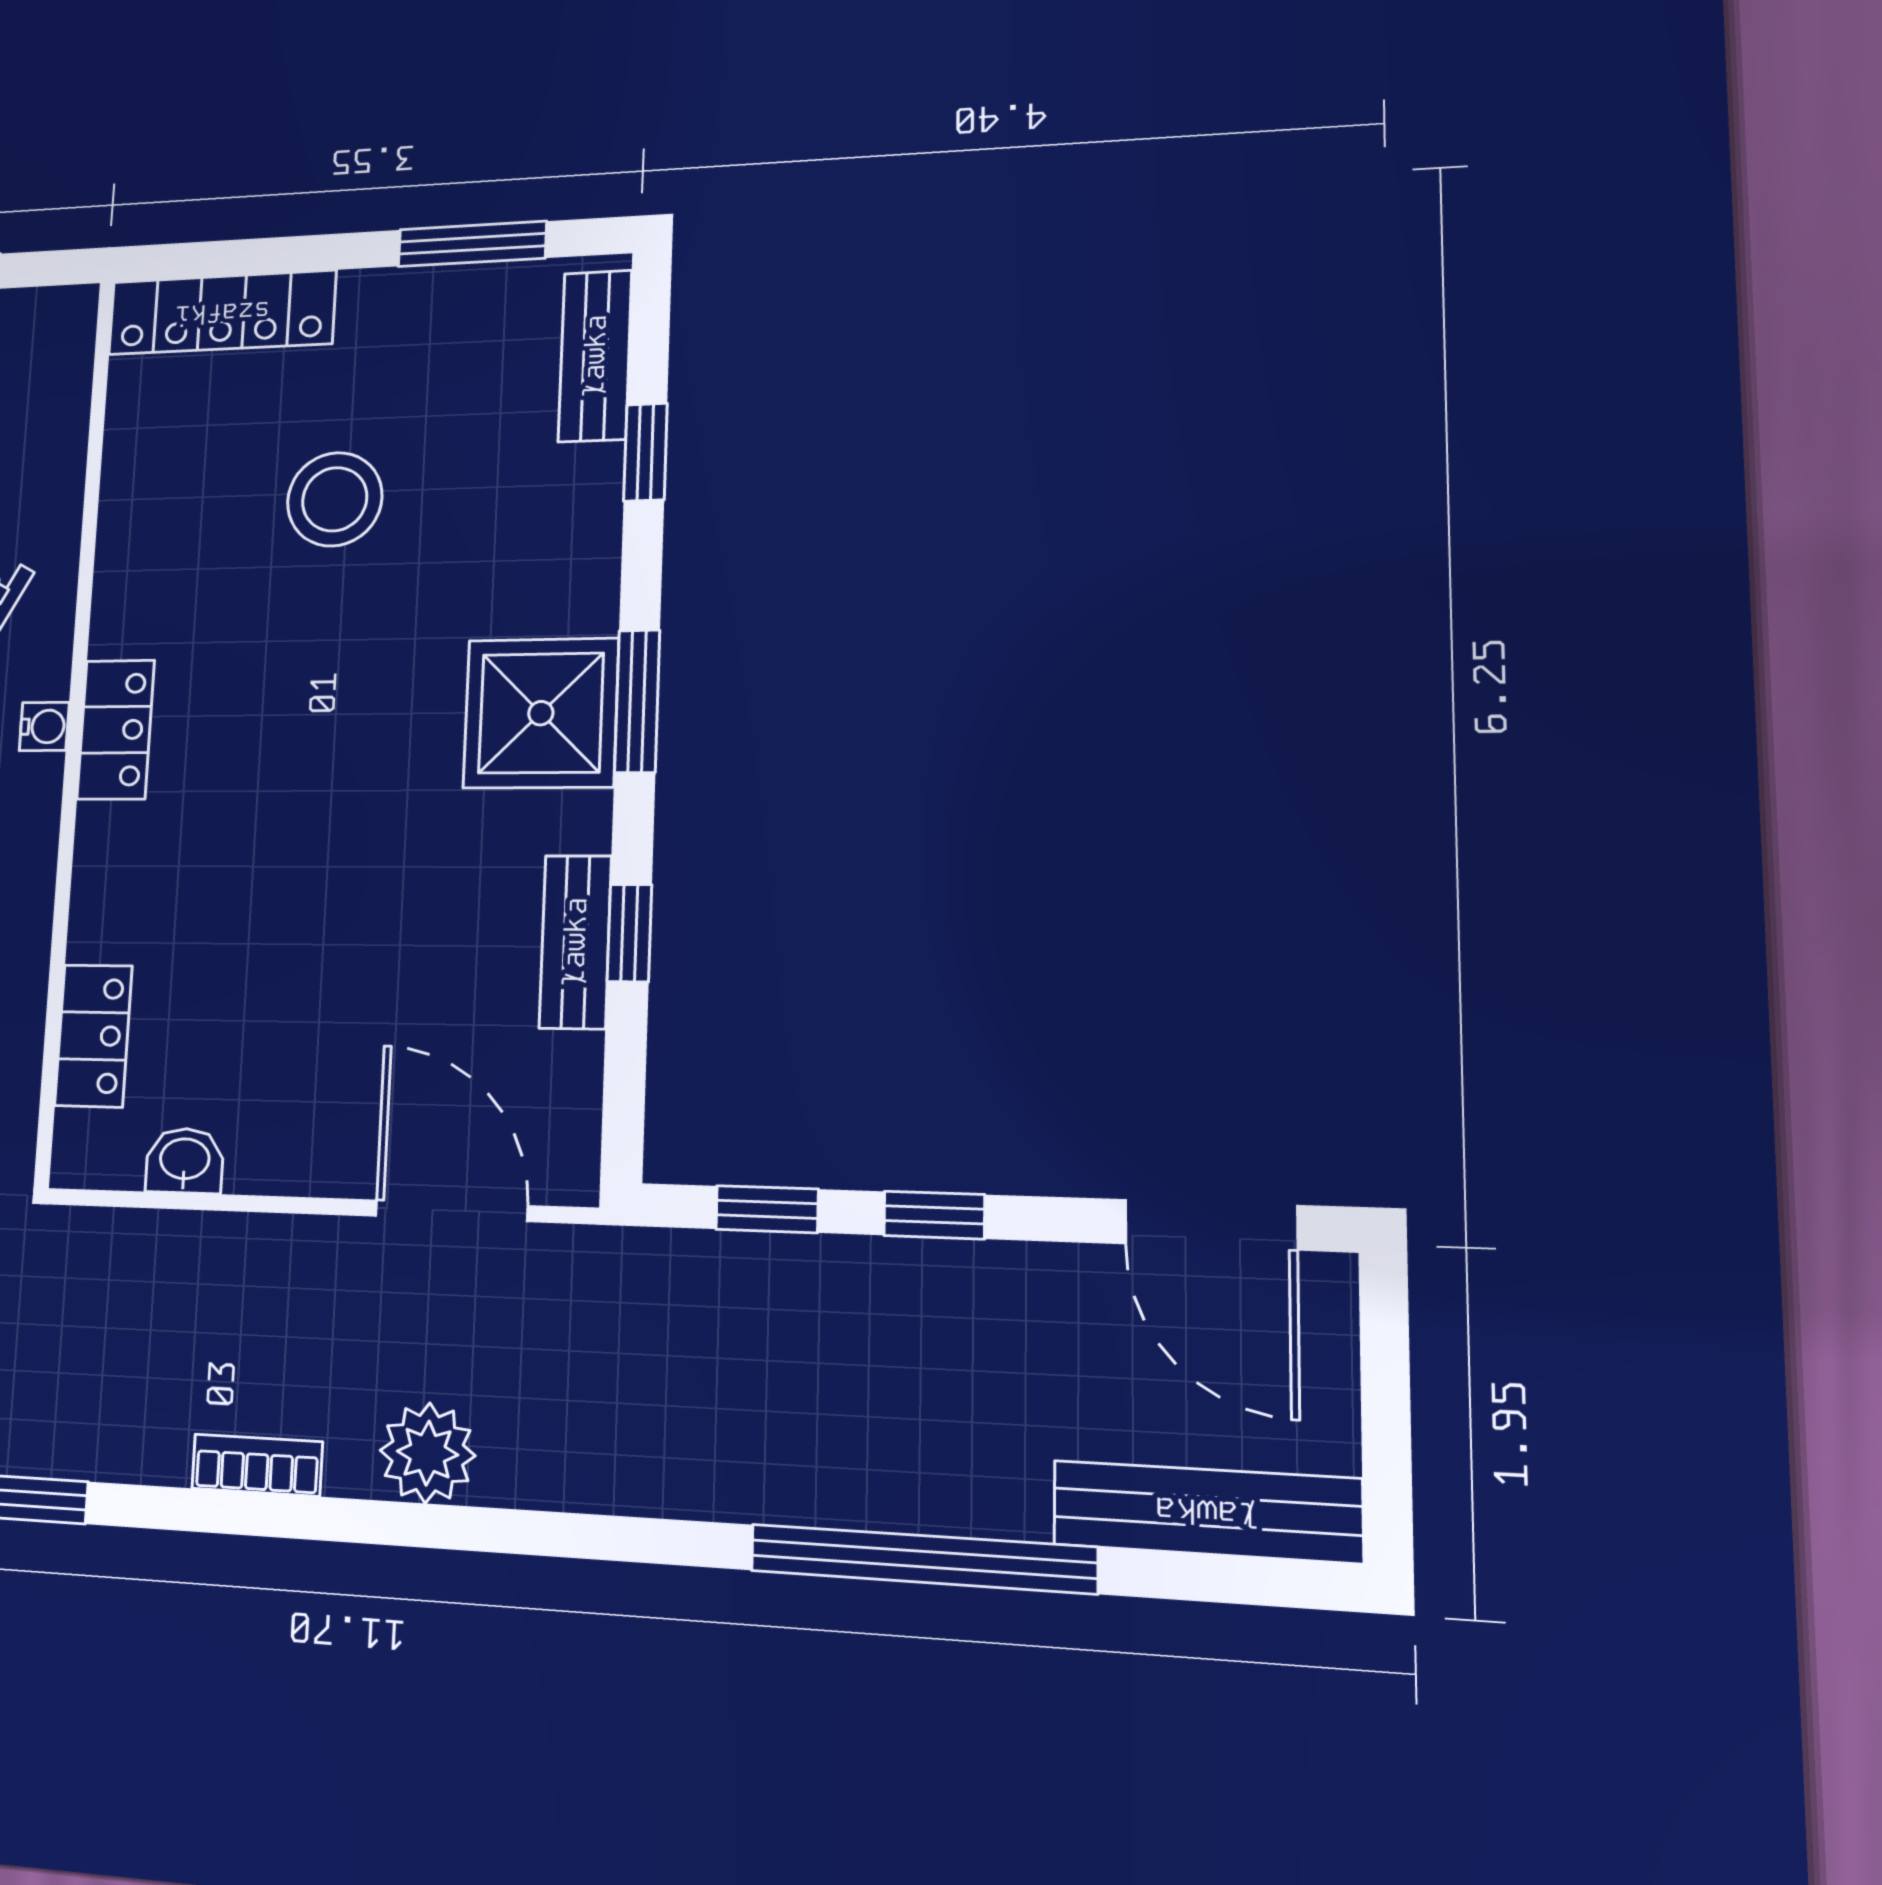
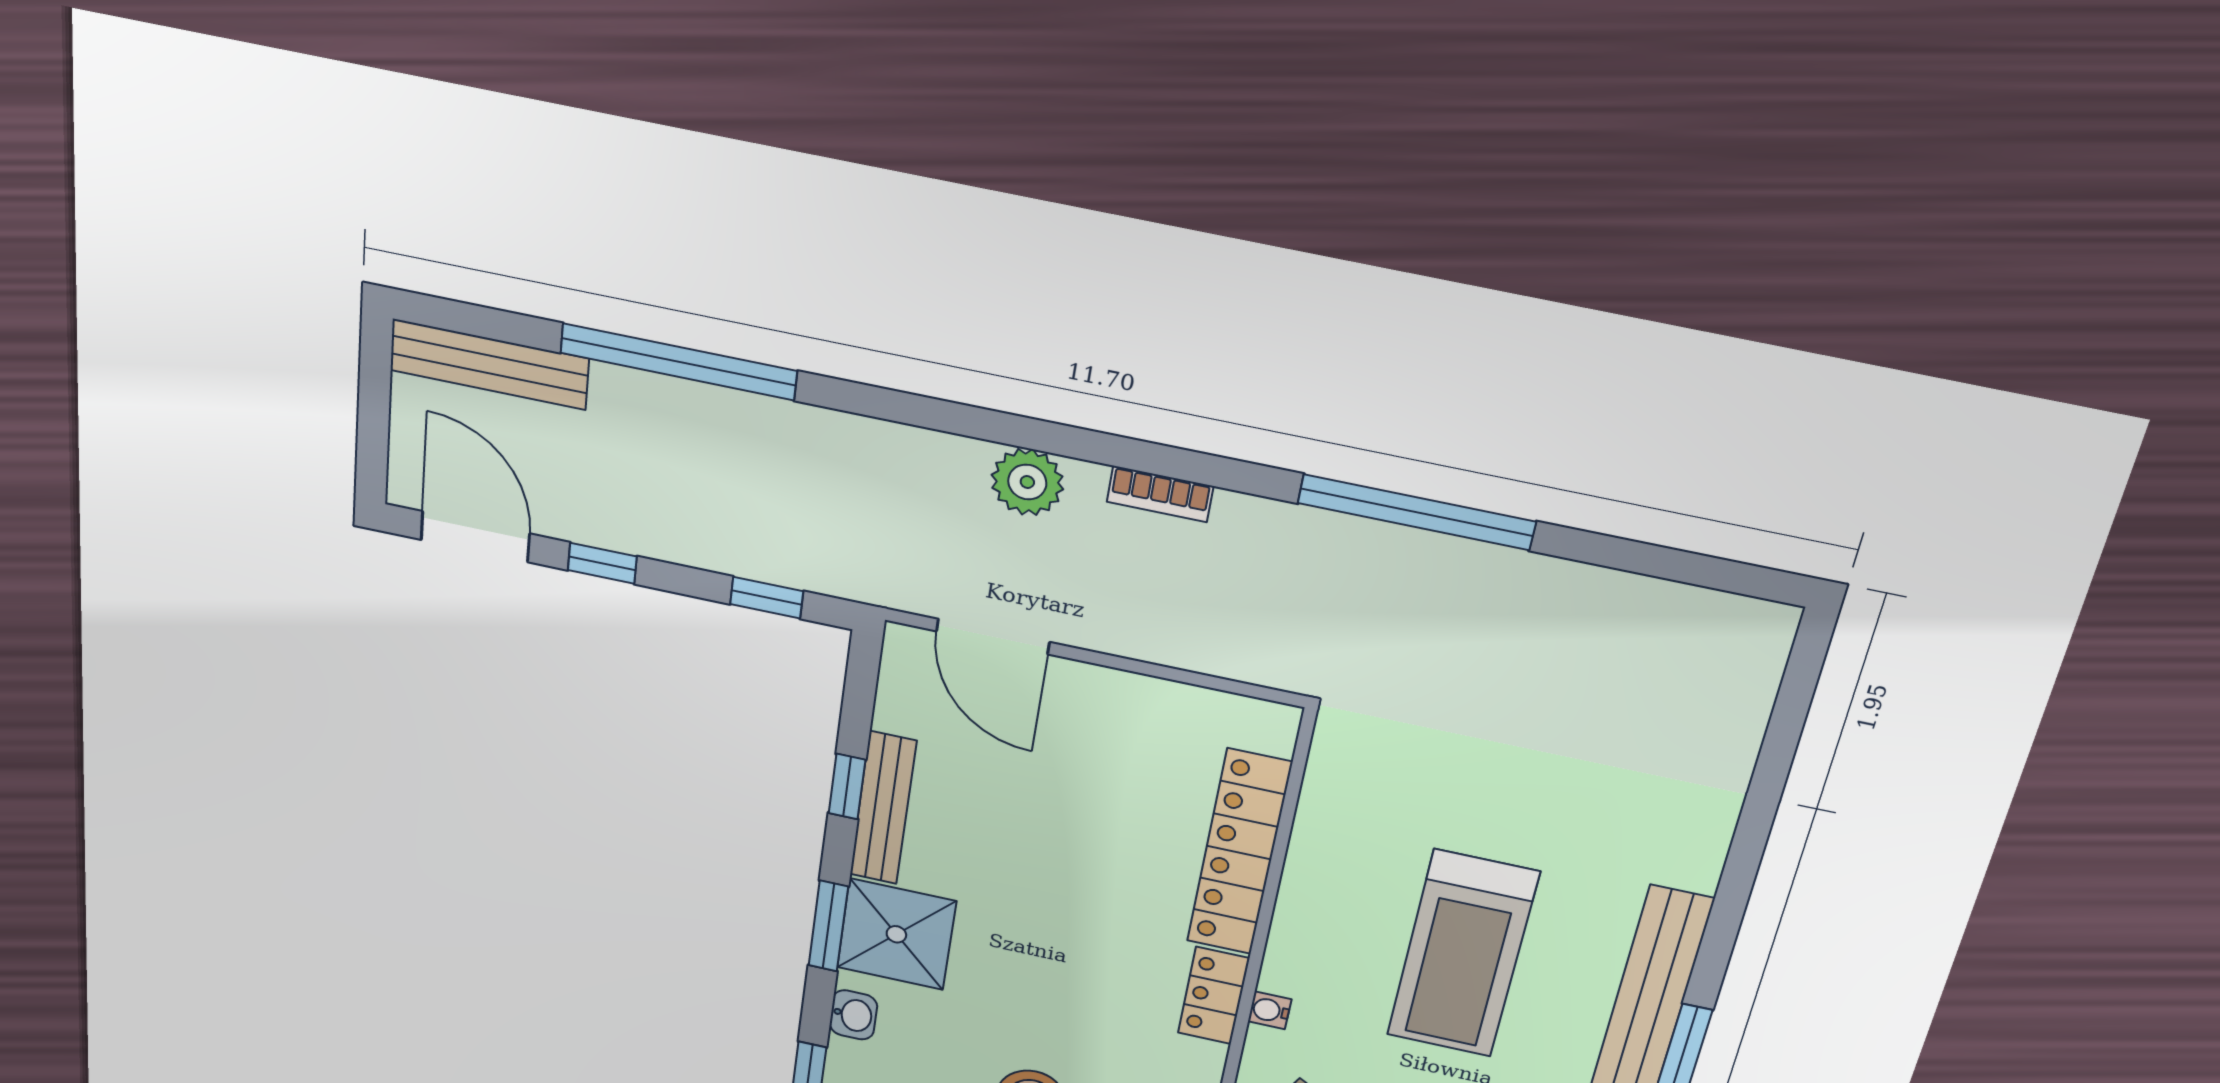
bench: (575, 942) -> (883, 808), width x1.36
locker: (93, 1036) -> (1239, 853), width x2.16, depth x1.21
washbasin: (185, 1161) -> (853, 1015), moved, turned -90
window: (934, 1215) -> (602, 563), moved

